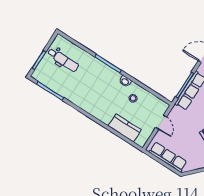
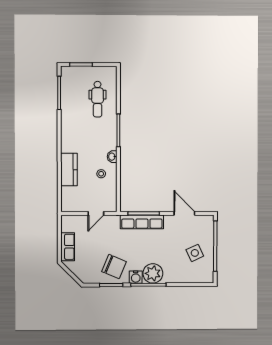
dental chair: (63, 60) -> (98, 99), moved
kitchen counter: (125, 128) -> (69, 170), moved
row of seats: (168, 157) -> (68, 247), width x0.68

